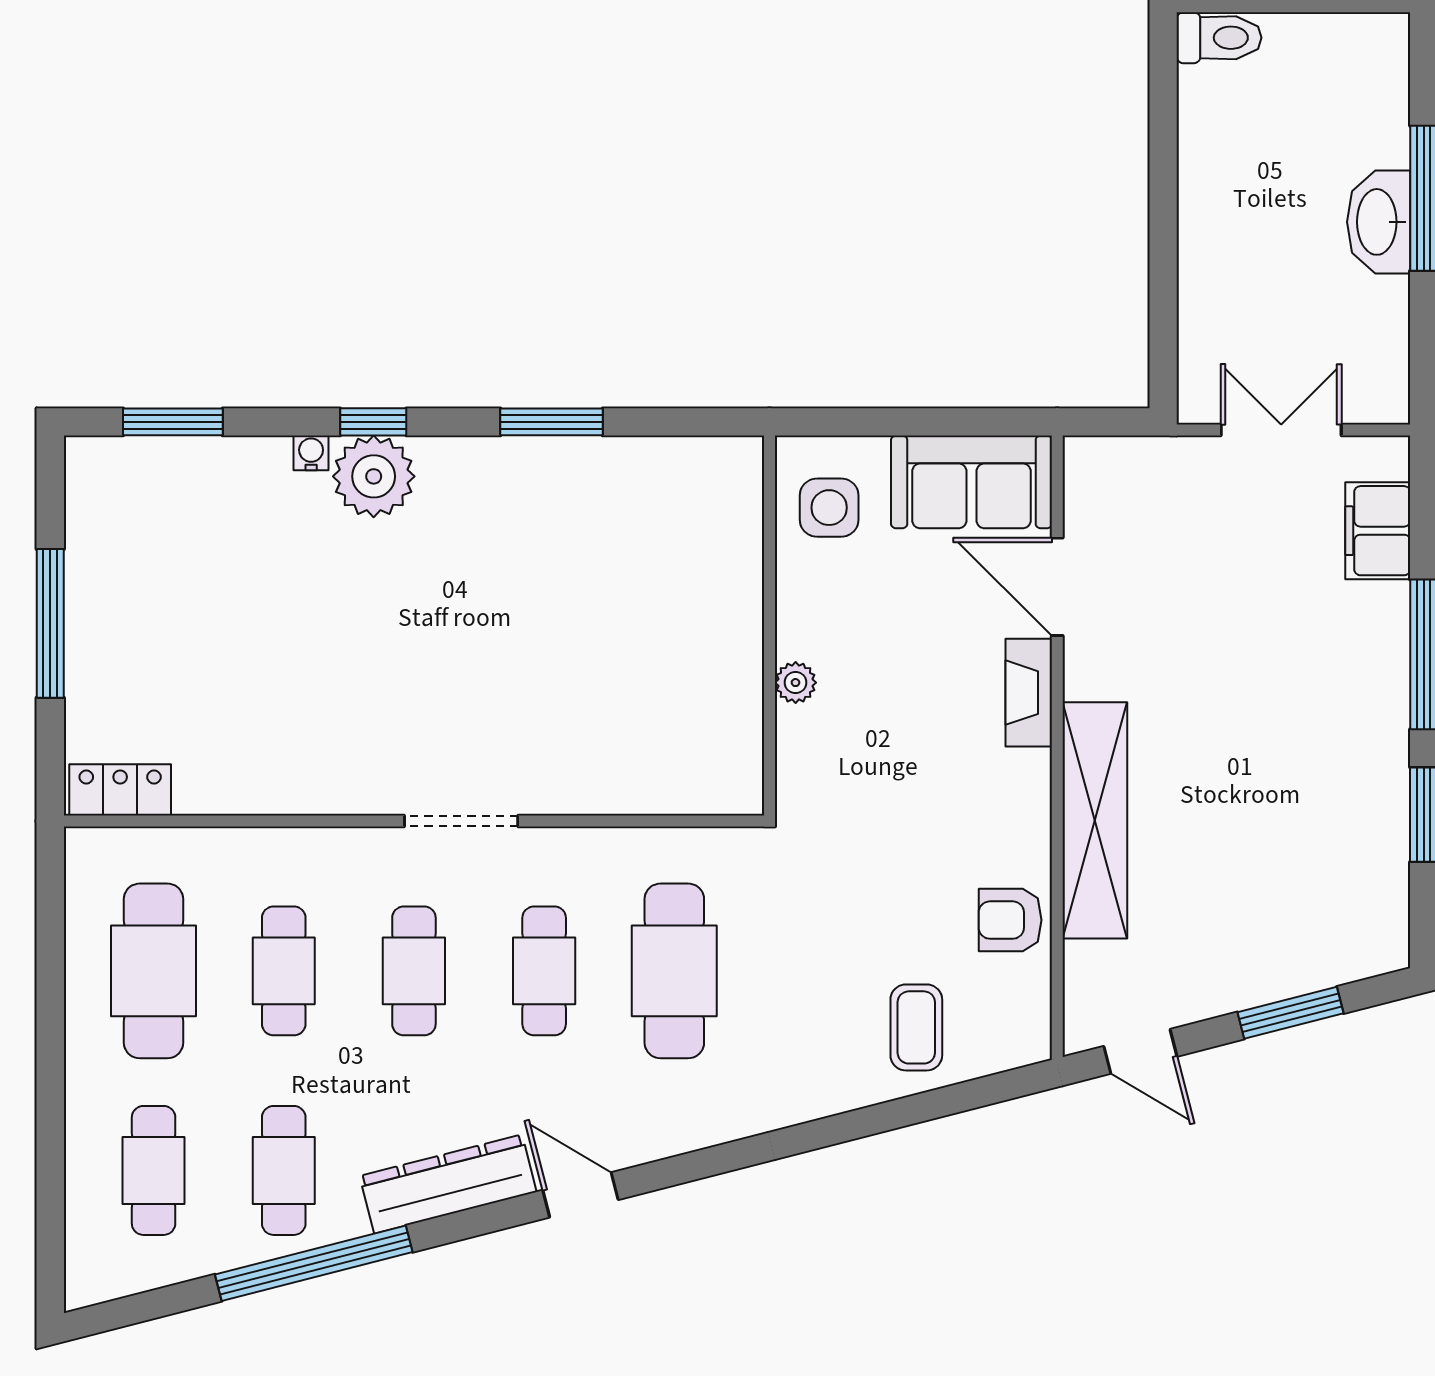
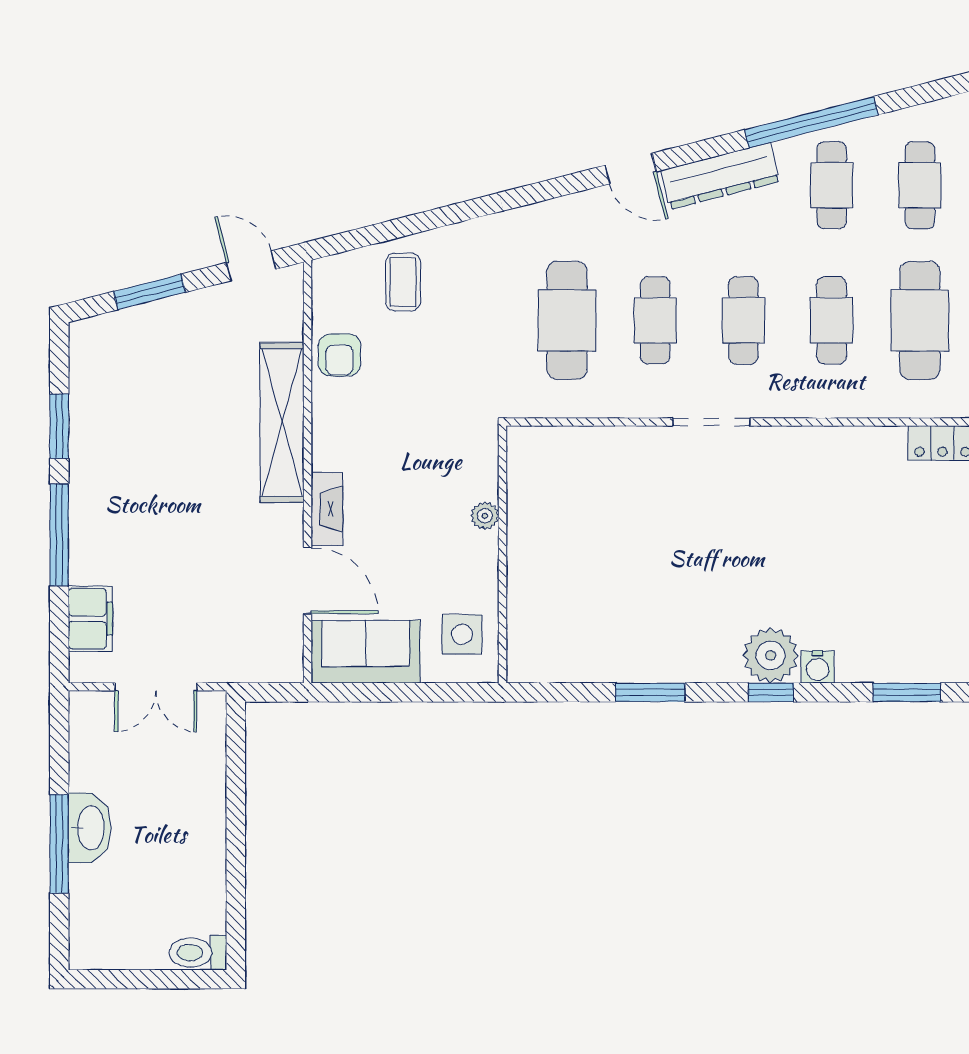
water cooler: (311, 453) -> (818, 667), width x1.38, depth x1.38
armchair: (1010, 920) -> (339, 355), turned 90

